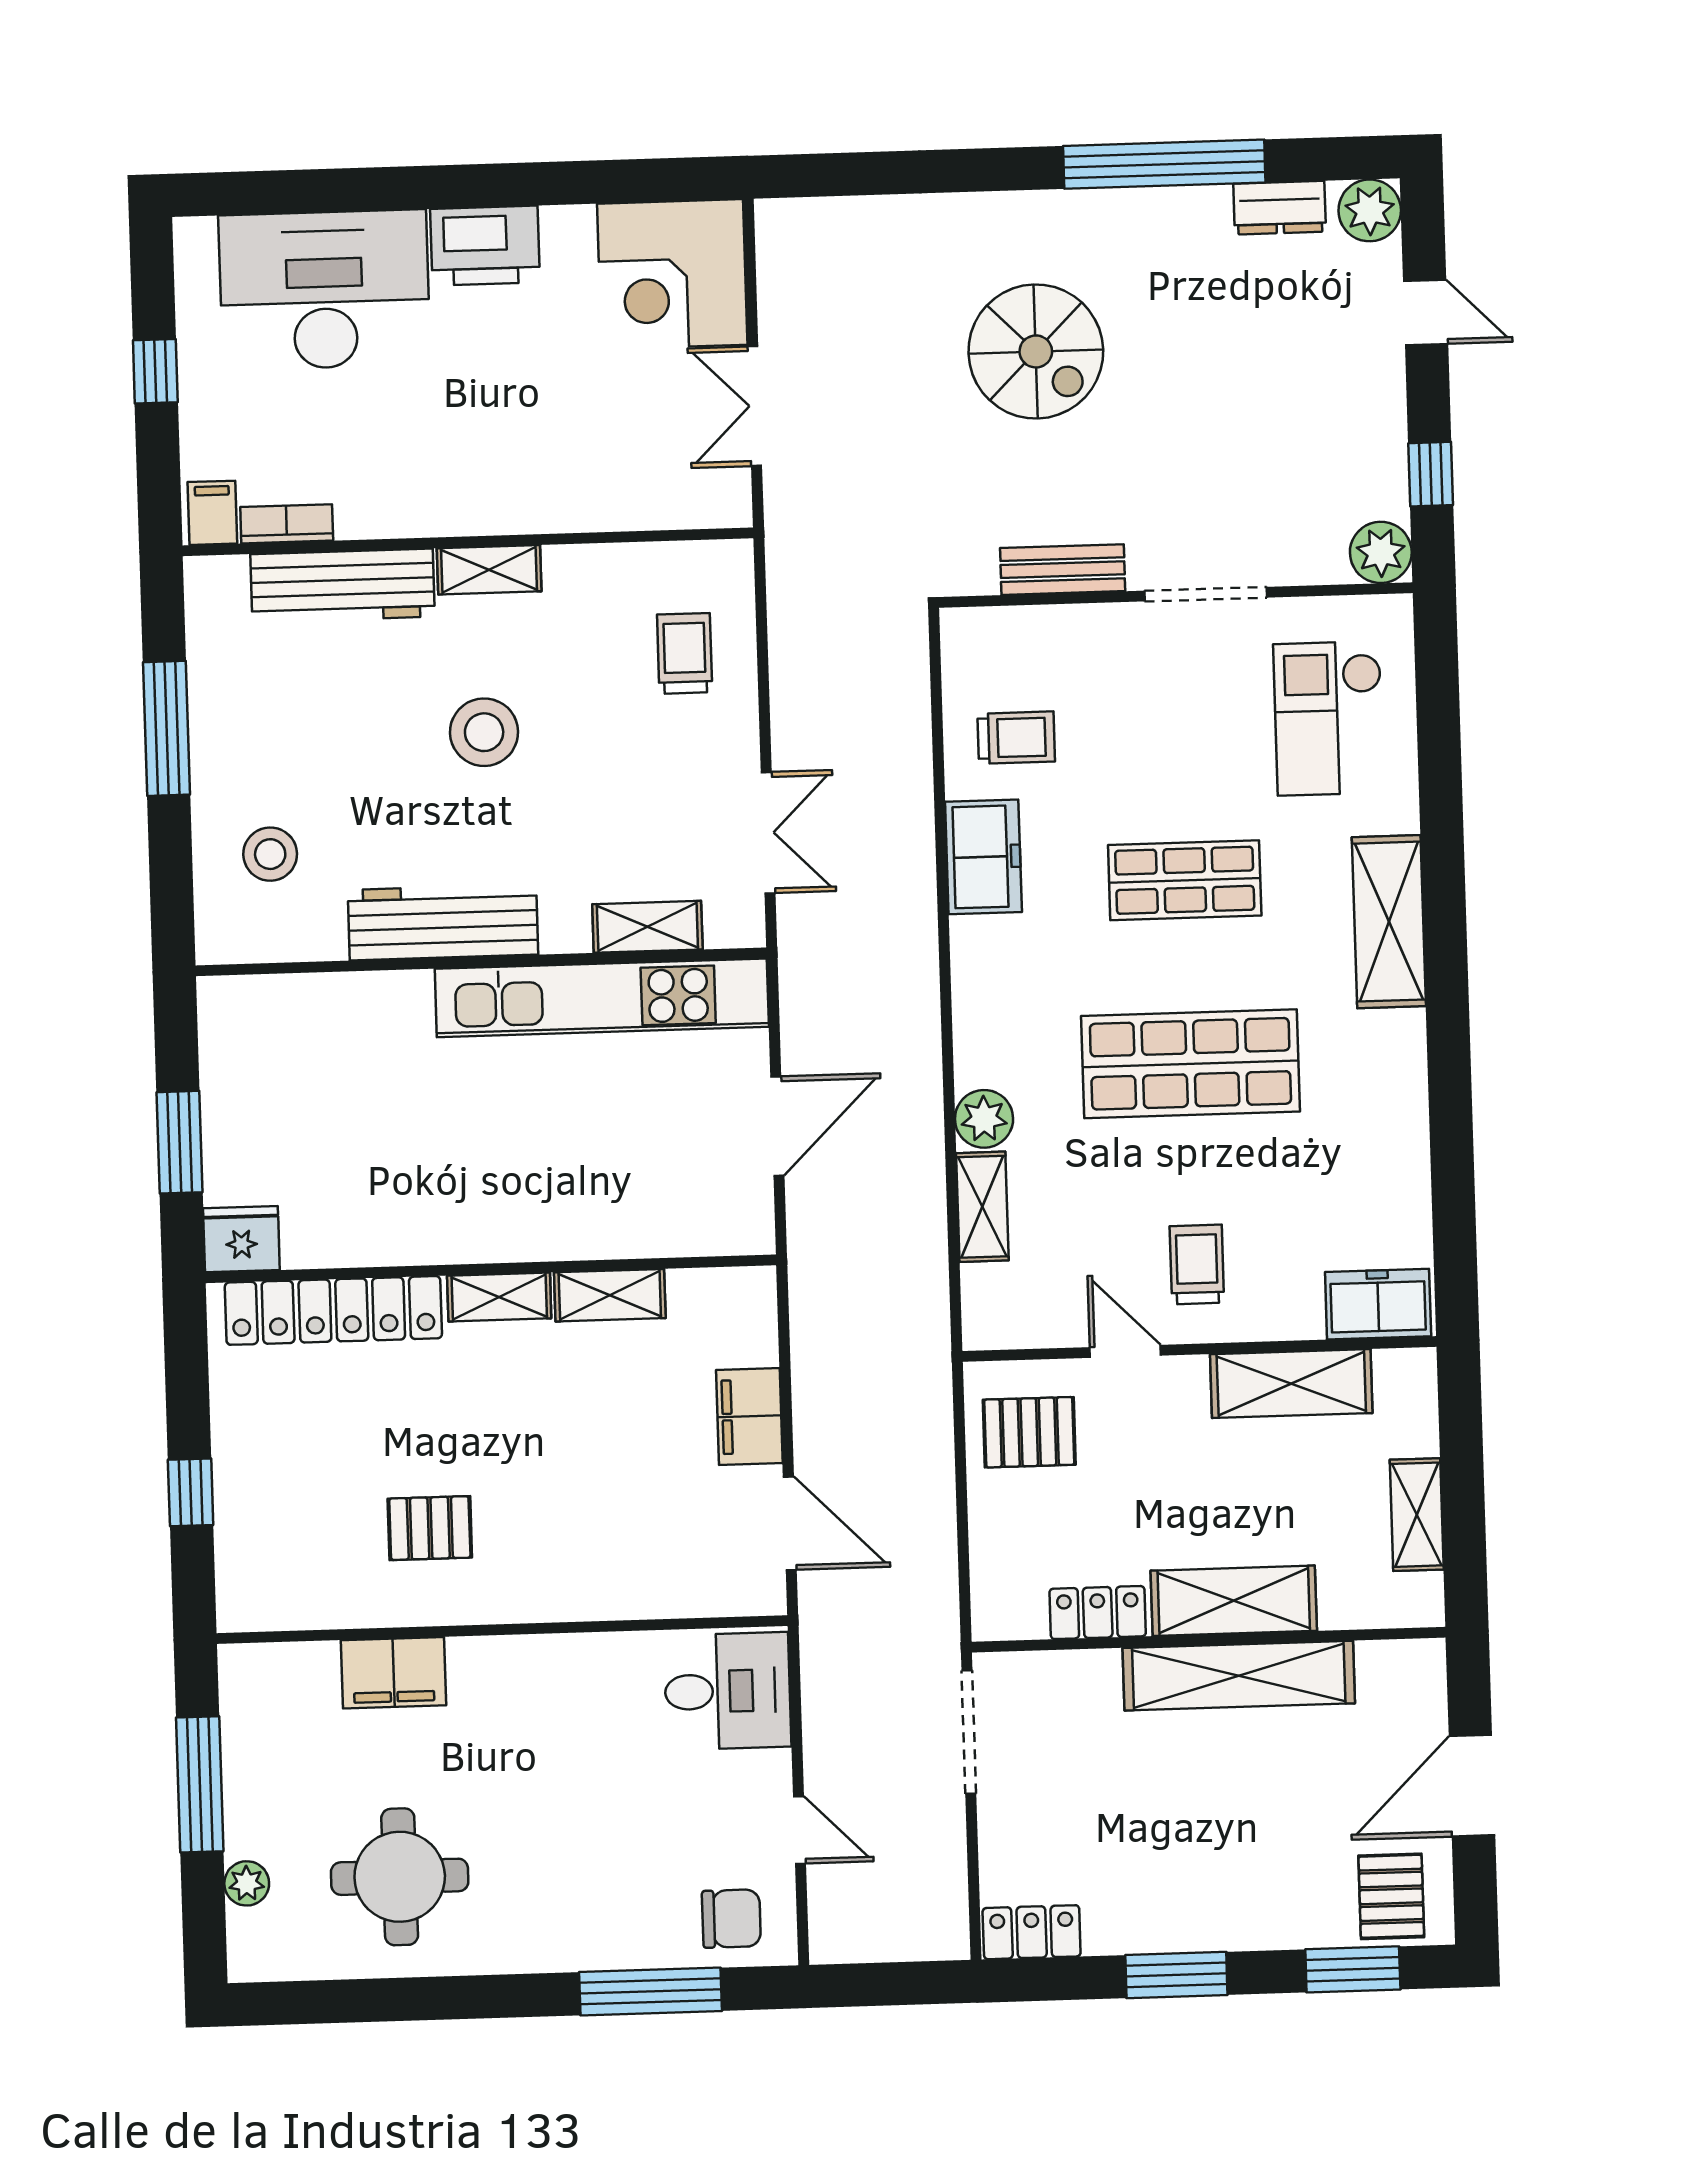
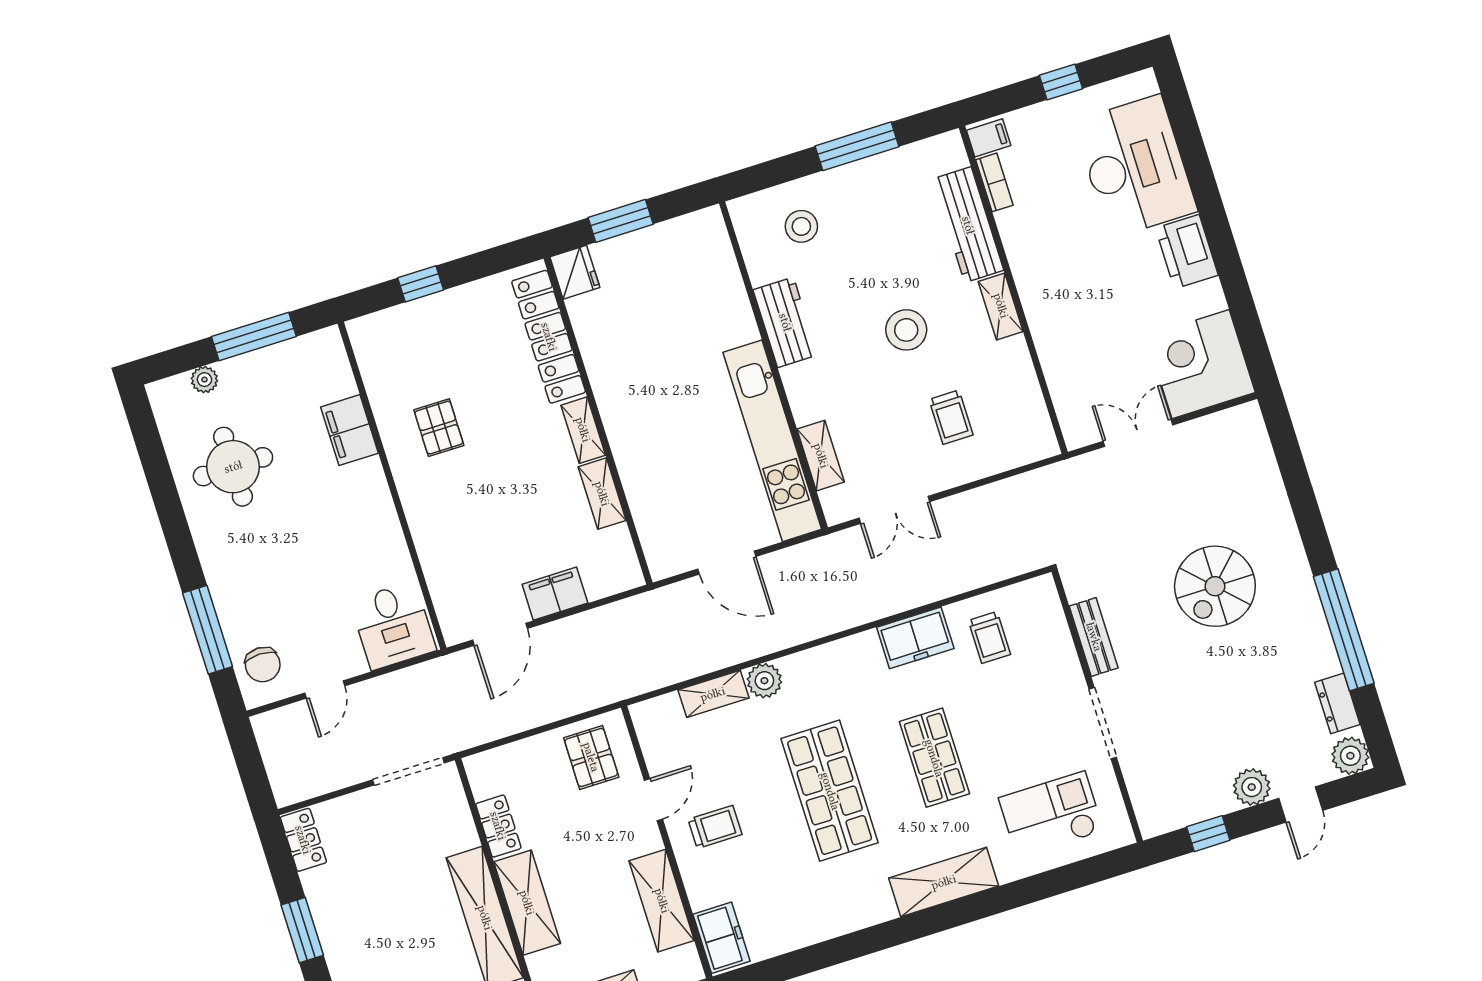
plant: (1381, 552) -> (1252, 787), moved
trolley: (685, 653) -> (951, 417), moved, turned 90
workbench: (443, 922) -> (785, 322), width x0.73

